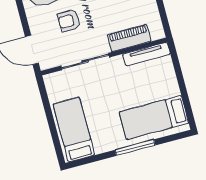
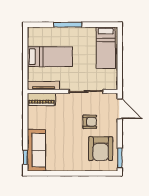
piano: (129, 38) -> (42, 99), moved
bed: (154, 117) -> (50, 57), moved

